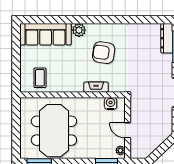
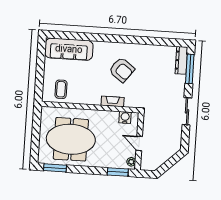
plant: (79, 30) -> (100, 47), removed
armchair: (104, 53) -> (122, 70), turned -152
meeting table: (54, 131) -> (71, 139), turned 90

